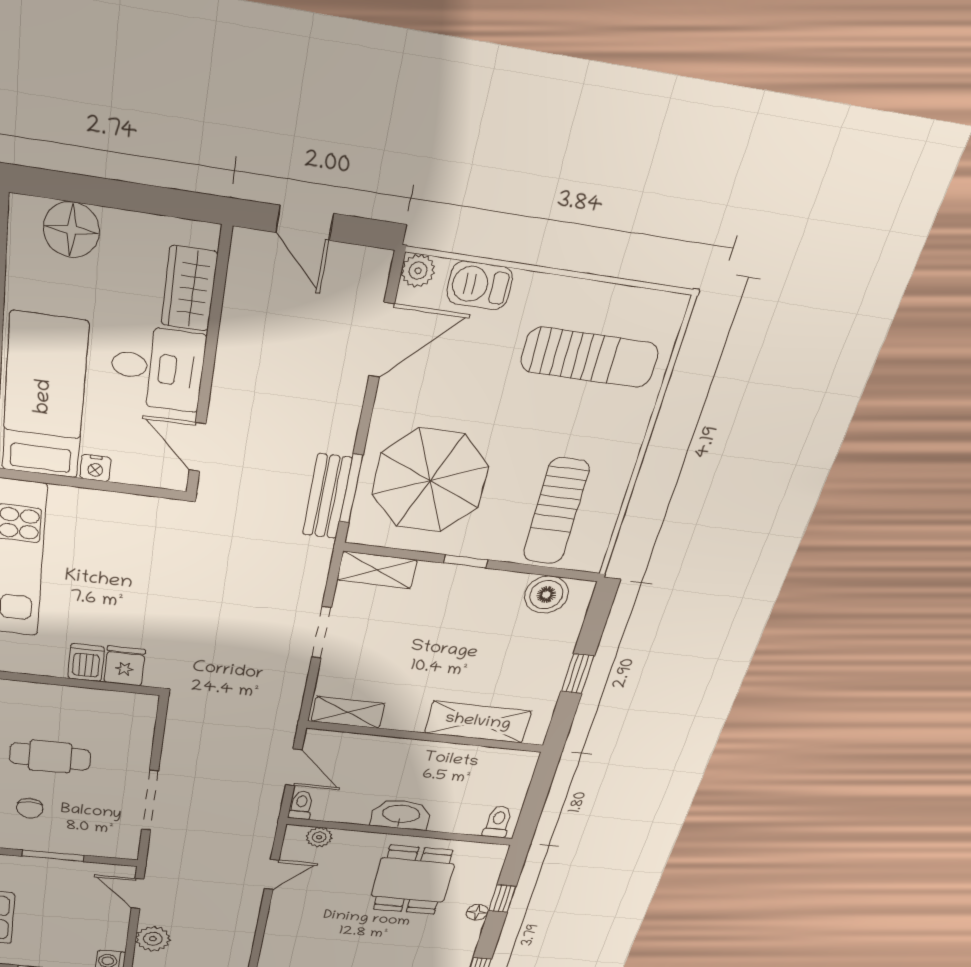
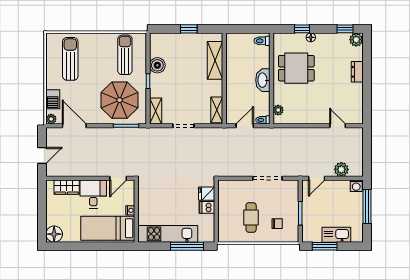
floor lamp: (71, 230) -> (54, 234), moved
bench: (327, 496) -> (130, 133), removed
sun lounger: (556, 512) -> (125, 55), turned -90
boiler: (546, 595) -> (157, 65), moved
door: (272, 874) -> (338, 126), moved

